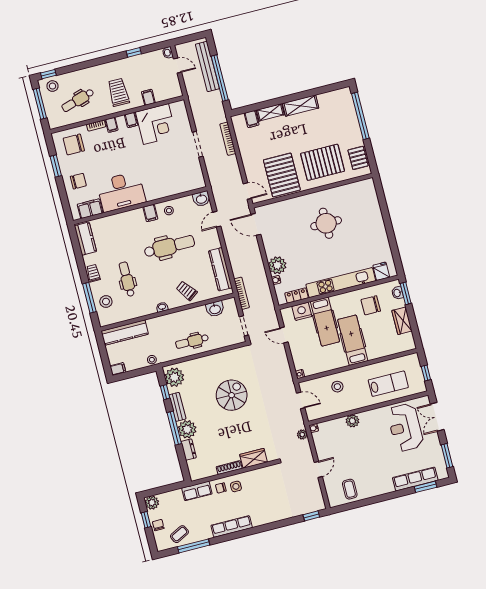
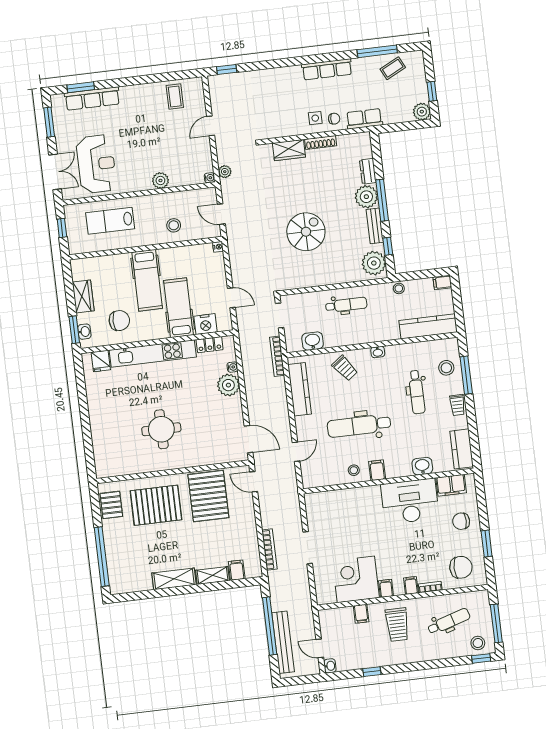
washbasin: (201, 199) -> (422, 466), moved
spiral stairs: (232, 395) -> (306, 232), turned 180
chair: (158, 525) -> (418, 83), removed

